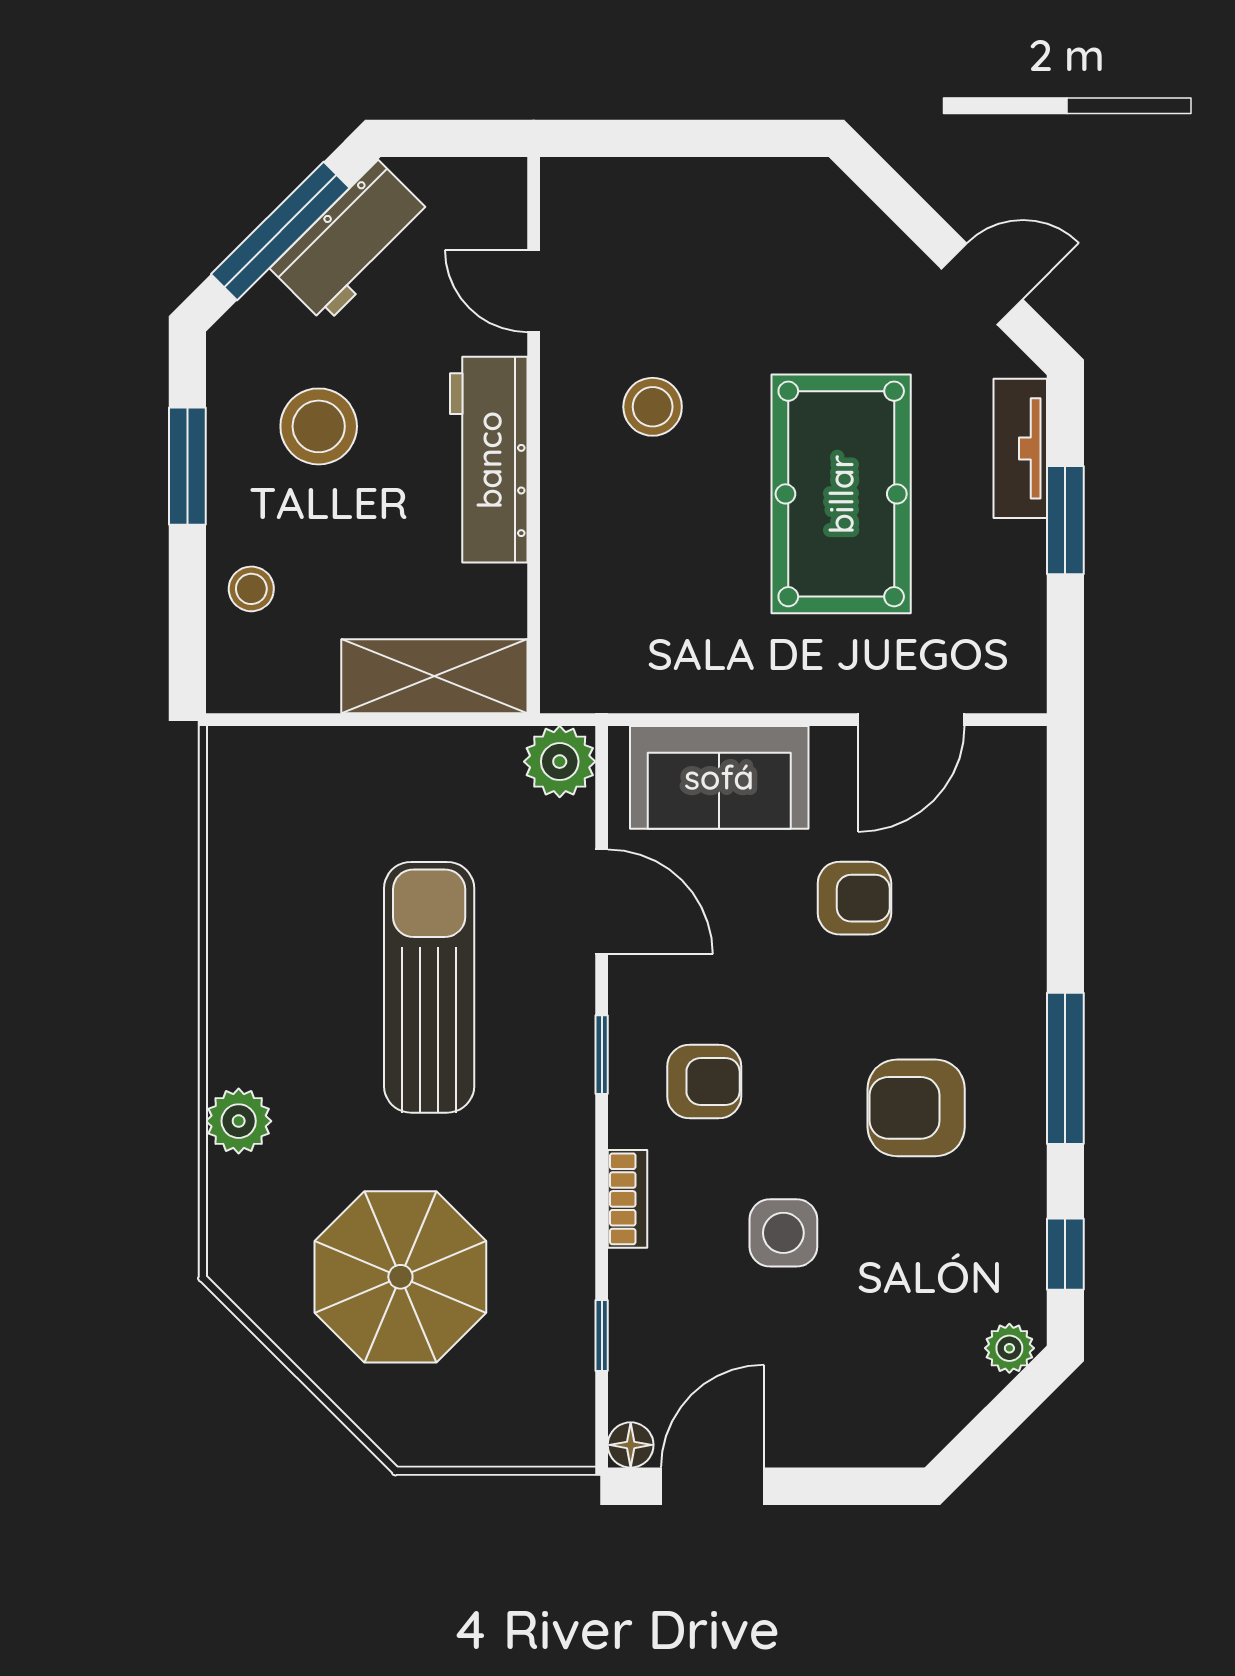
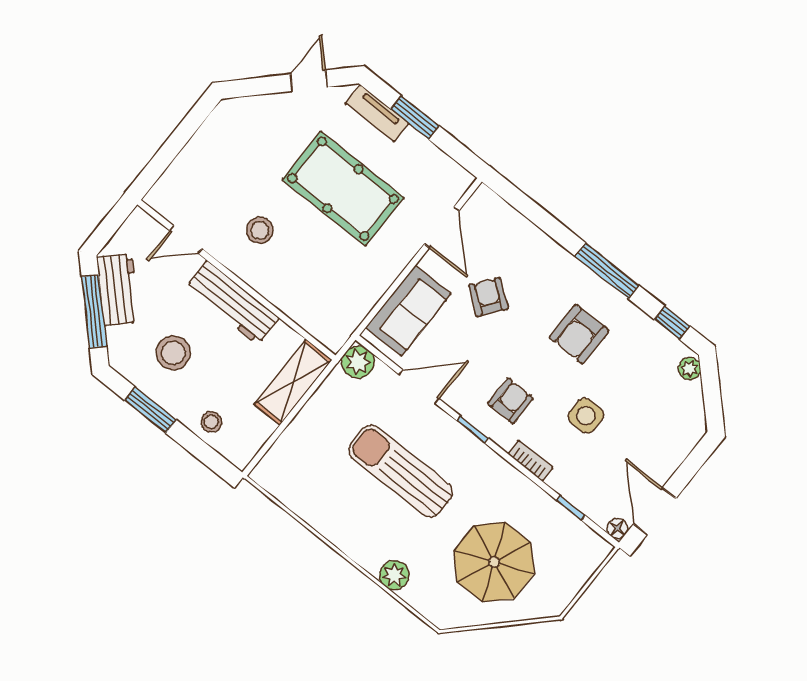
armchair: (854, 898) -> (488, 297), turned -53

